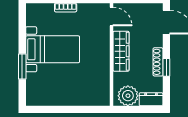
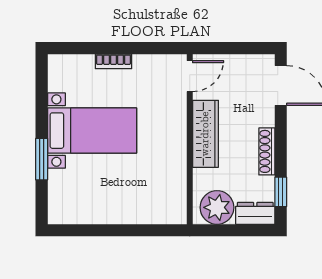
door: (111, 16) -> (190, 76), hinge flipped
window: (166, 67) -> (281, 192), moved

